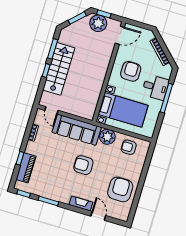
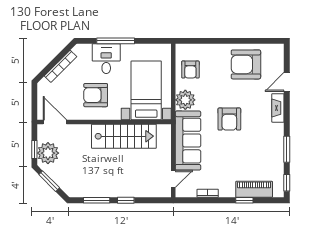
stairs: (59, 69) -> (124, 136), moved, turned 180

